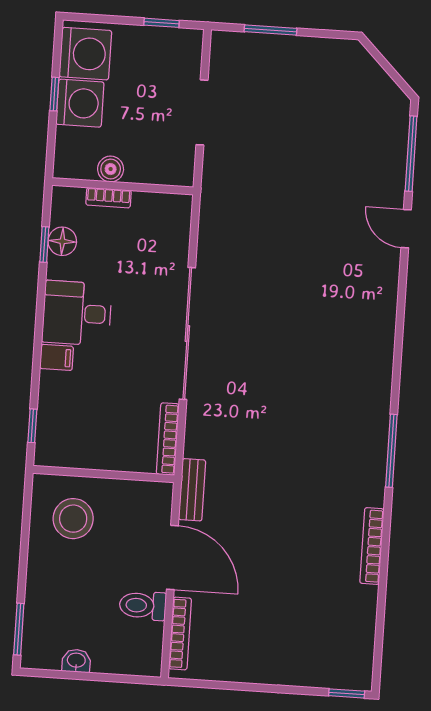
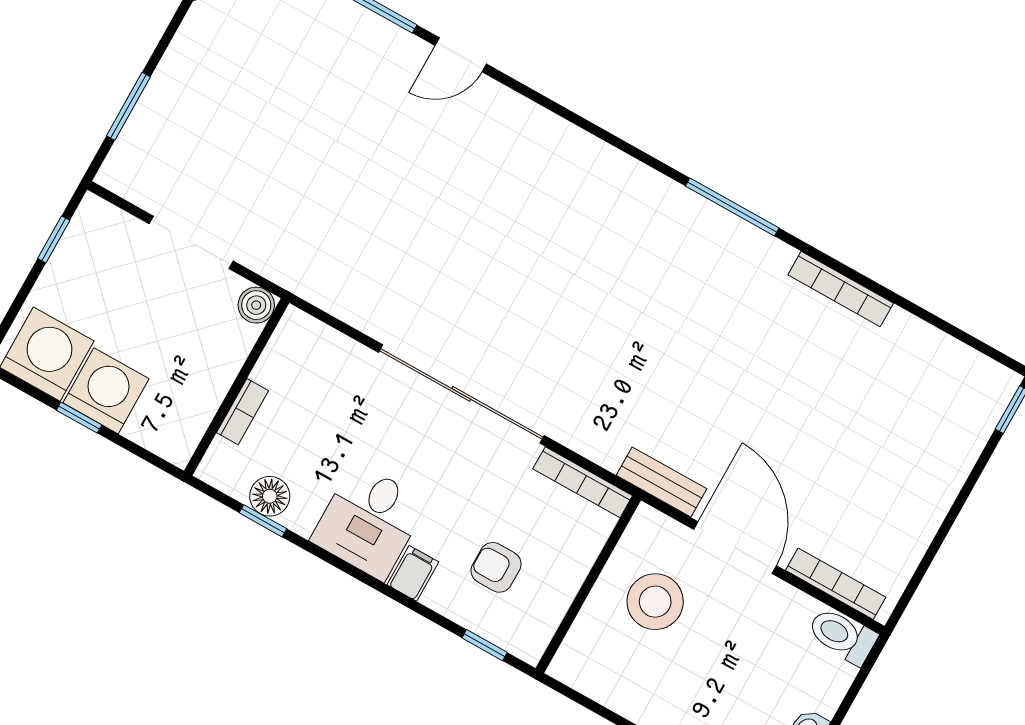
boiler: (111, 169) -> (256, 305), moved
armchair: (86, 409) -> (496, 567), added
stool: (73, 519) -> (655, 602), moved
door: (172, 557) -> (735, 548), hinge flipped
toilet: (143, 606) -> (842, 636), moved, turned 90

